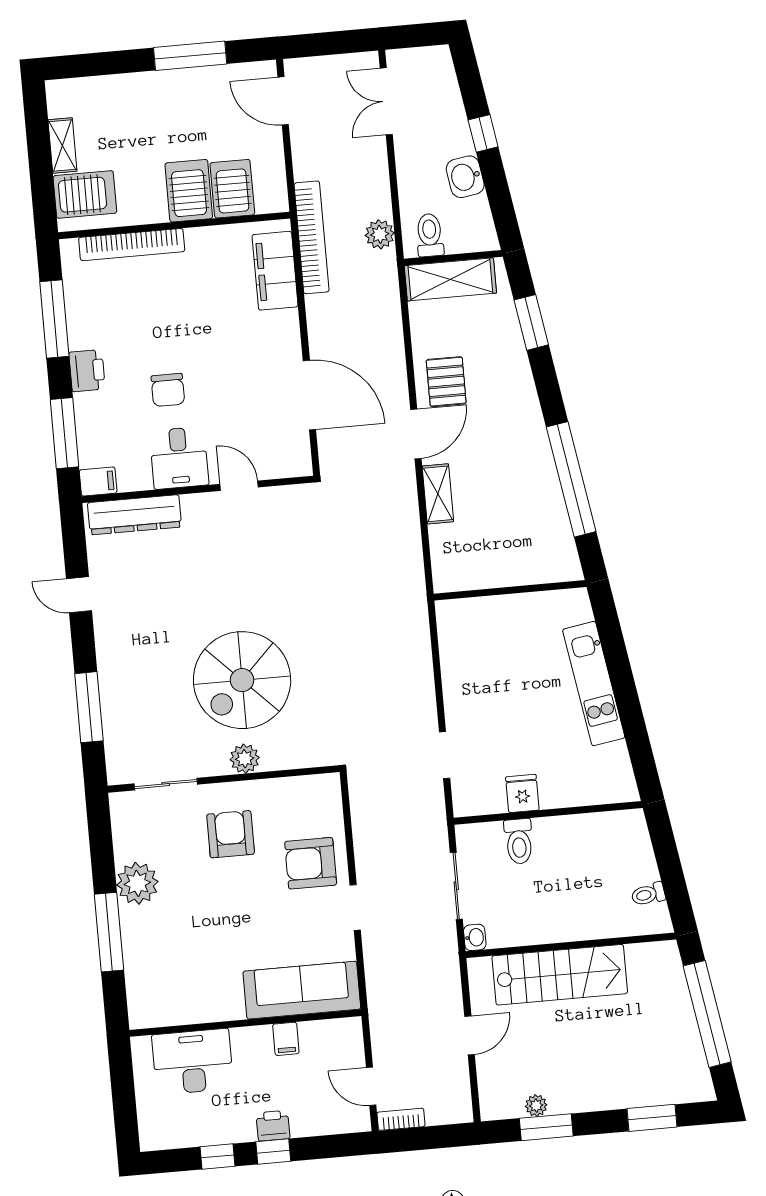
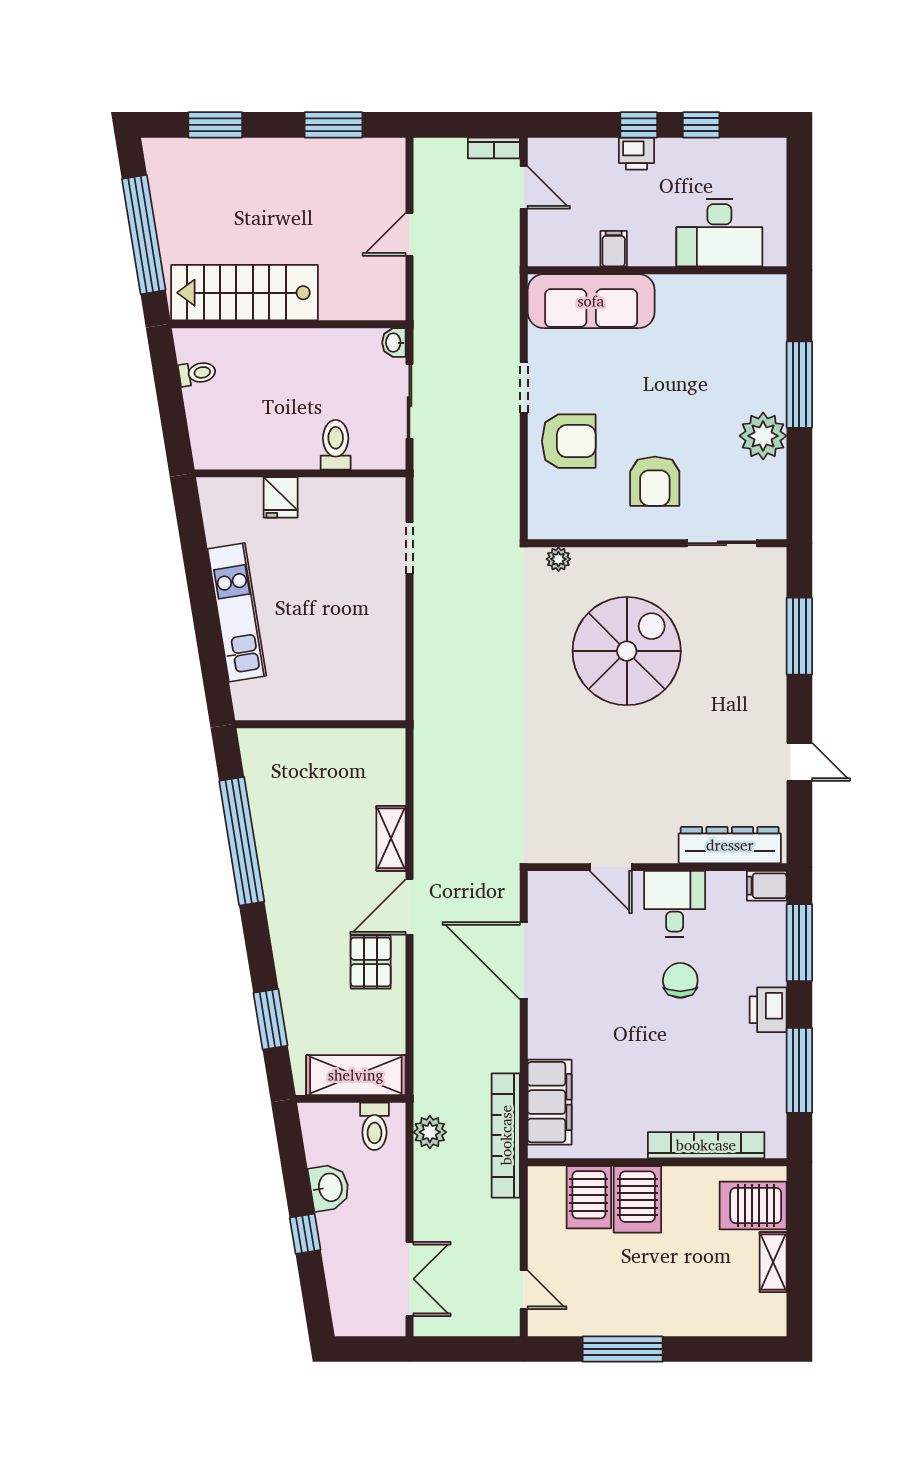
door: (283, 101) -> (524, 1290), width x0.73
plant: (245, 759) -> (558, 559), moved, width x0.73, depth x0.73
fridge: (522, 794) -> (281, 497), moved
stairs: (560, 975) -> (244, 293), moved
plant: (536, 1106) -> (343, 150), removed

